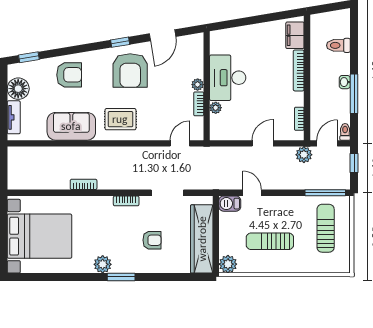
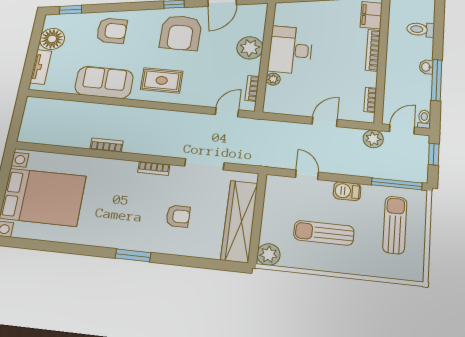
plant: (198, 85) -> (250, 48), width x1.88, depth x1.88
bookcase: (199, 104) -> (252, 88), moved
barbecue: (230, 204) -> (347, 191), moved
plant: (103, 264) -> (113, 238), removed

